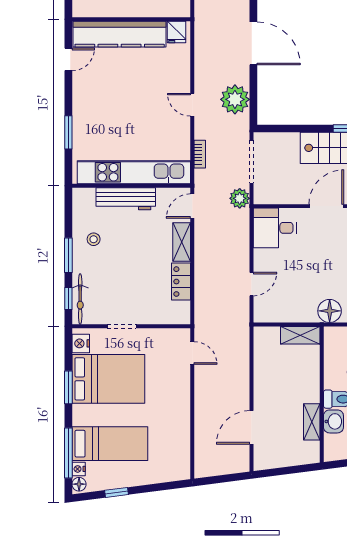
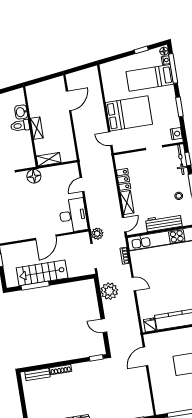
door: (253, 43) -> (104, 326), width x0.53
desk: (275, 228) -> (73, 215), width x1.37
bed: (108, 379) -> (129, 113), moved, turned 180
shelving: (312, 422) -> (37, 128), moved

